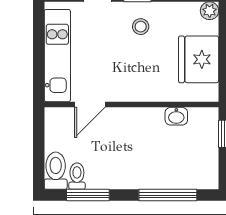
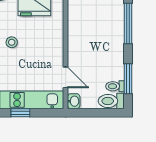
window: (39, 39) -> (20, 113), added
washbasin: (176, 116) -> (74, 101), moved

